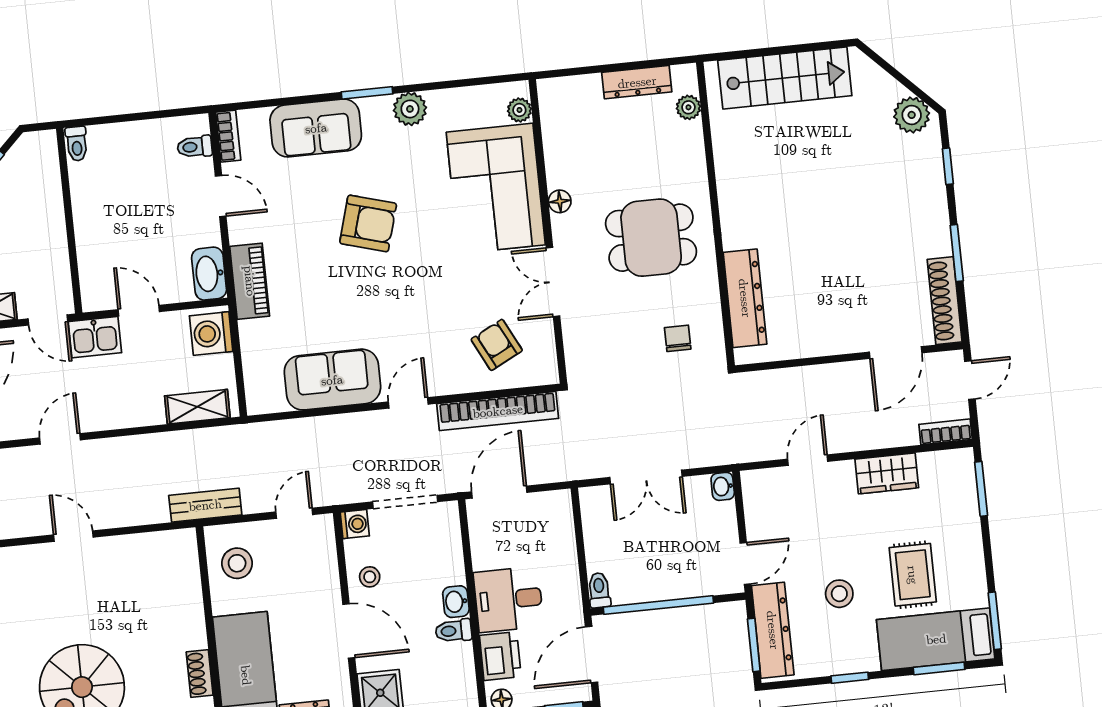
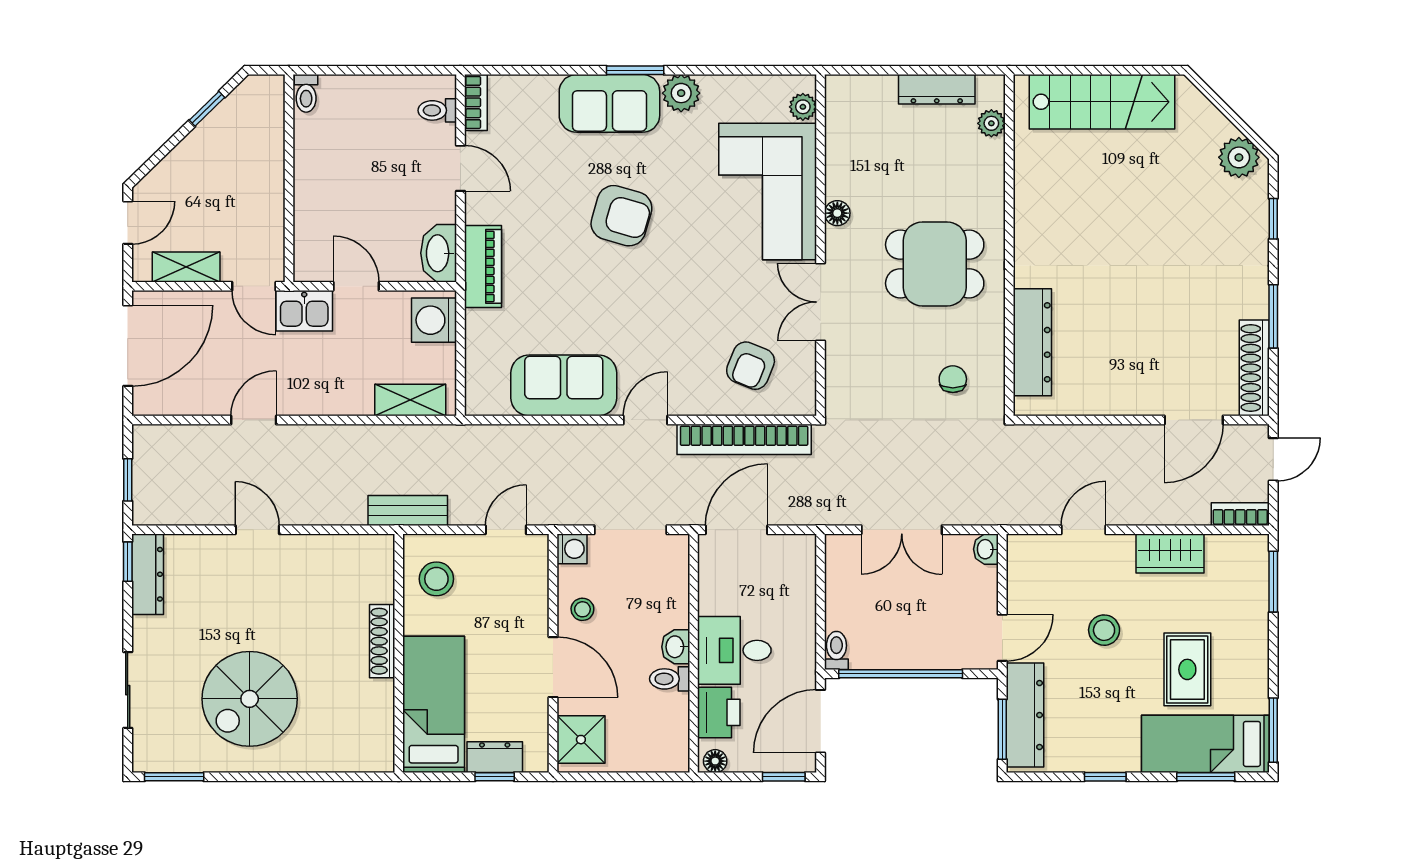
sofa: (316, 128) -> (609, 103), moved
armchair: (497, 345) -> (751, 366), turned -131
stool: (839, 594) -> (1104, 630), moved
shoe rack: (200, 674) -> (382, 641), moved, width x1.43

